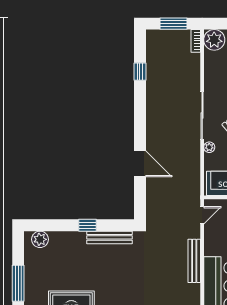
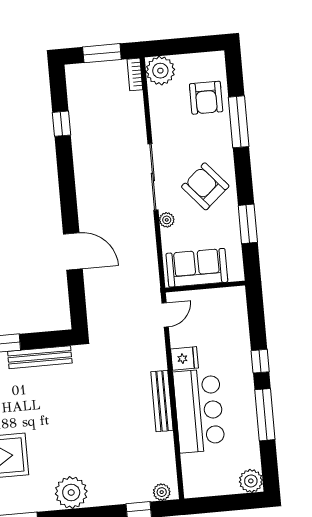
fridge: (213, 248) -> (184, 358), added
bench: (194, 261) -> (162, 401), moved

